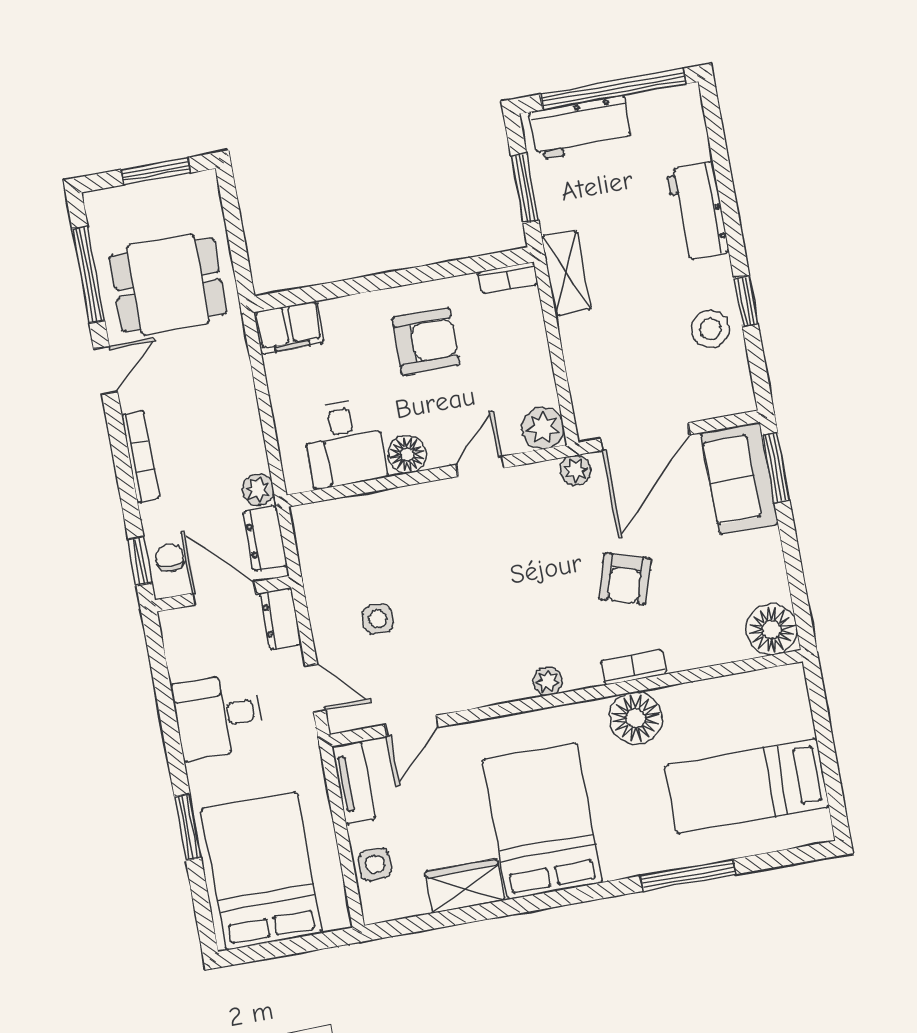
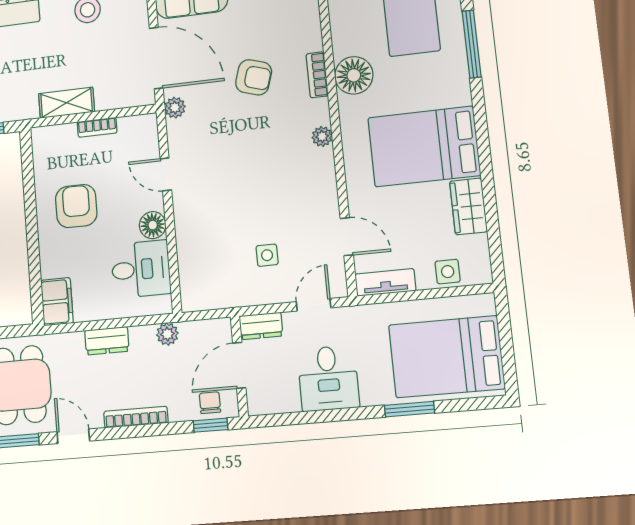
shelving: (566, 273) -> (66, 103), moved
bookcase: (508, 278) -> (97, 127), moved, turned 90
plant: (543, 428) -> (144, 128), removed
dresser: (265, 539) -> (107, 341), moved
chair: (170, 558) -> (210, 403), turned 90

